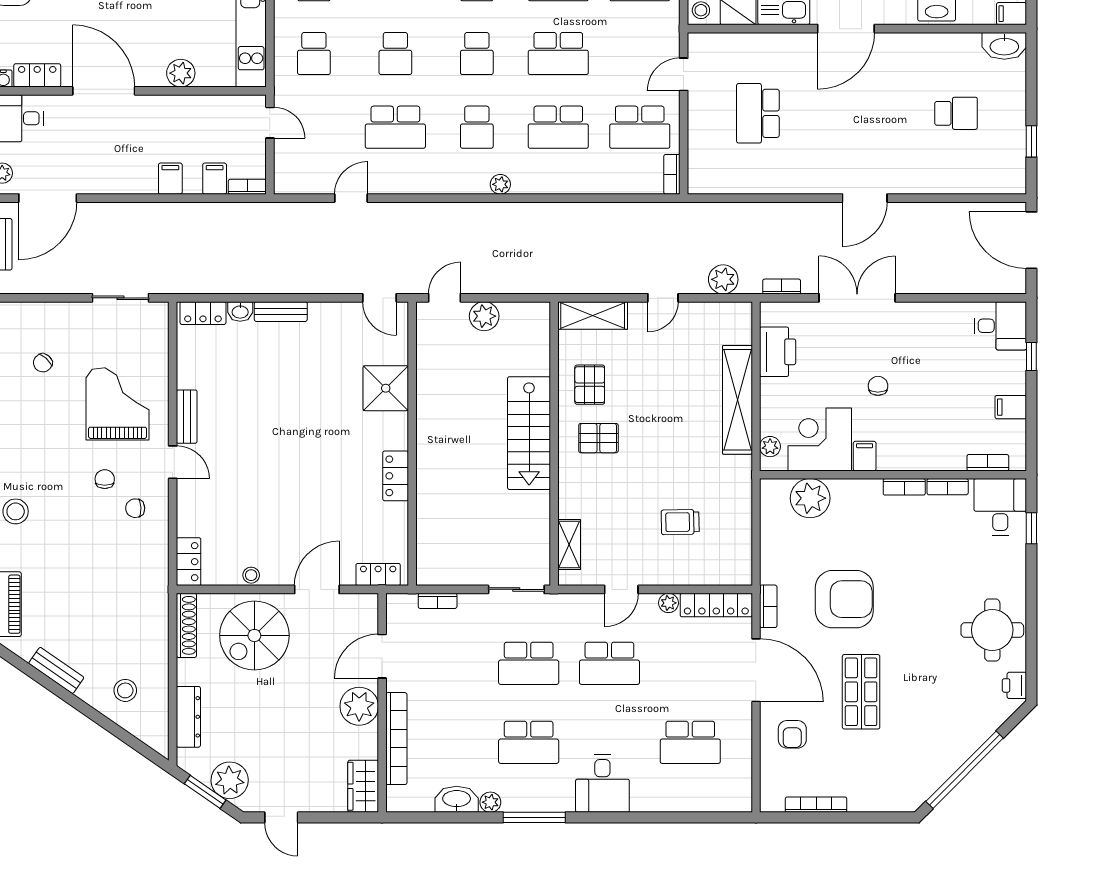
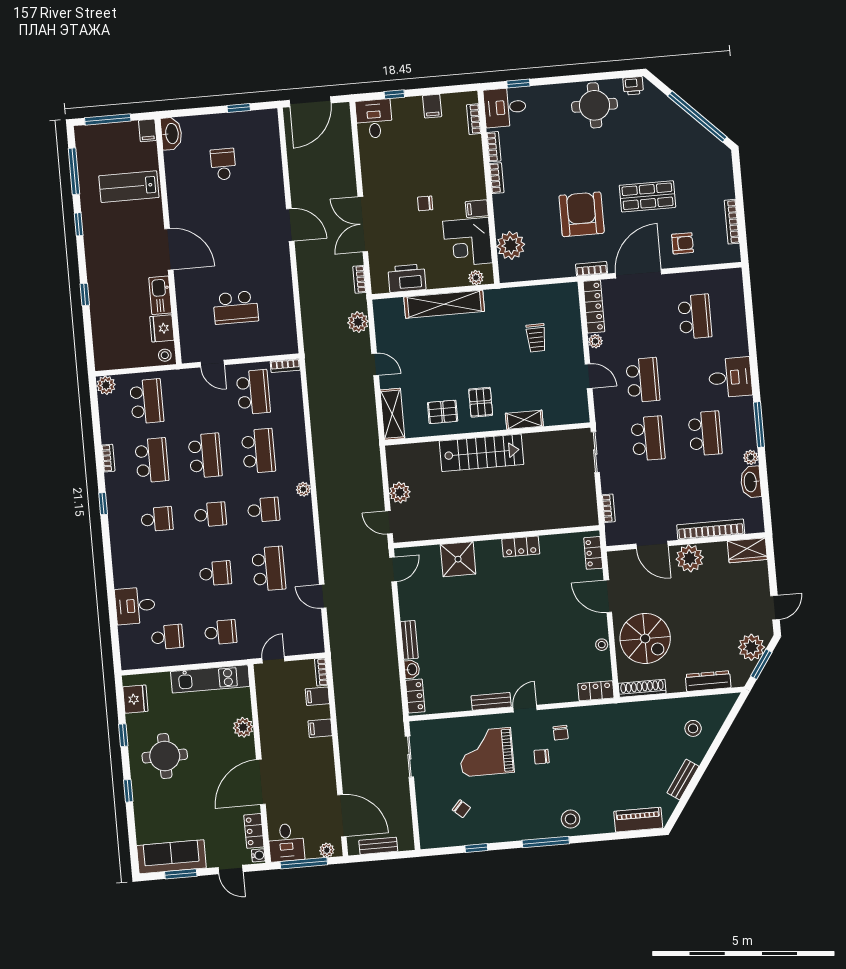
shelving: (569, 545) -> (524, 420), moved

